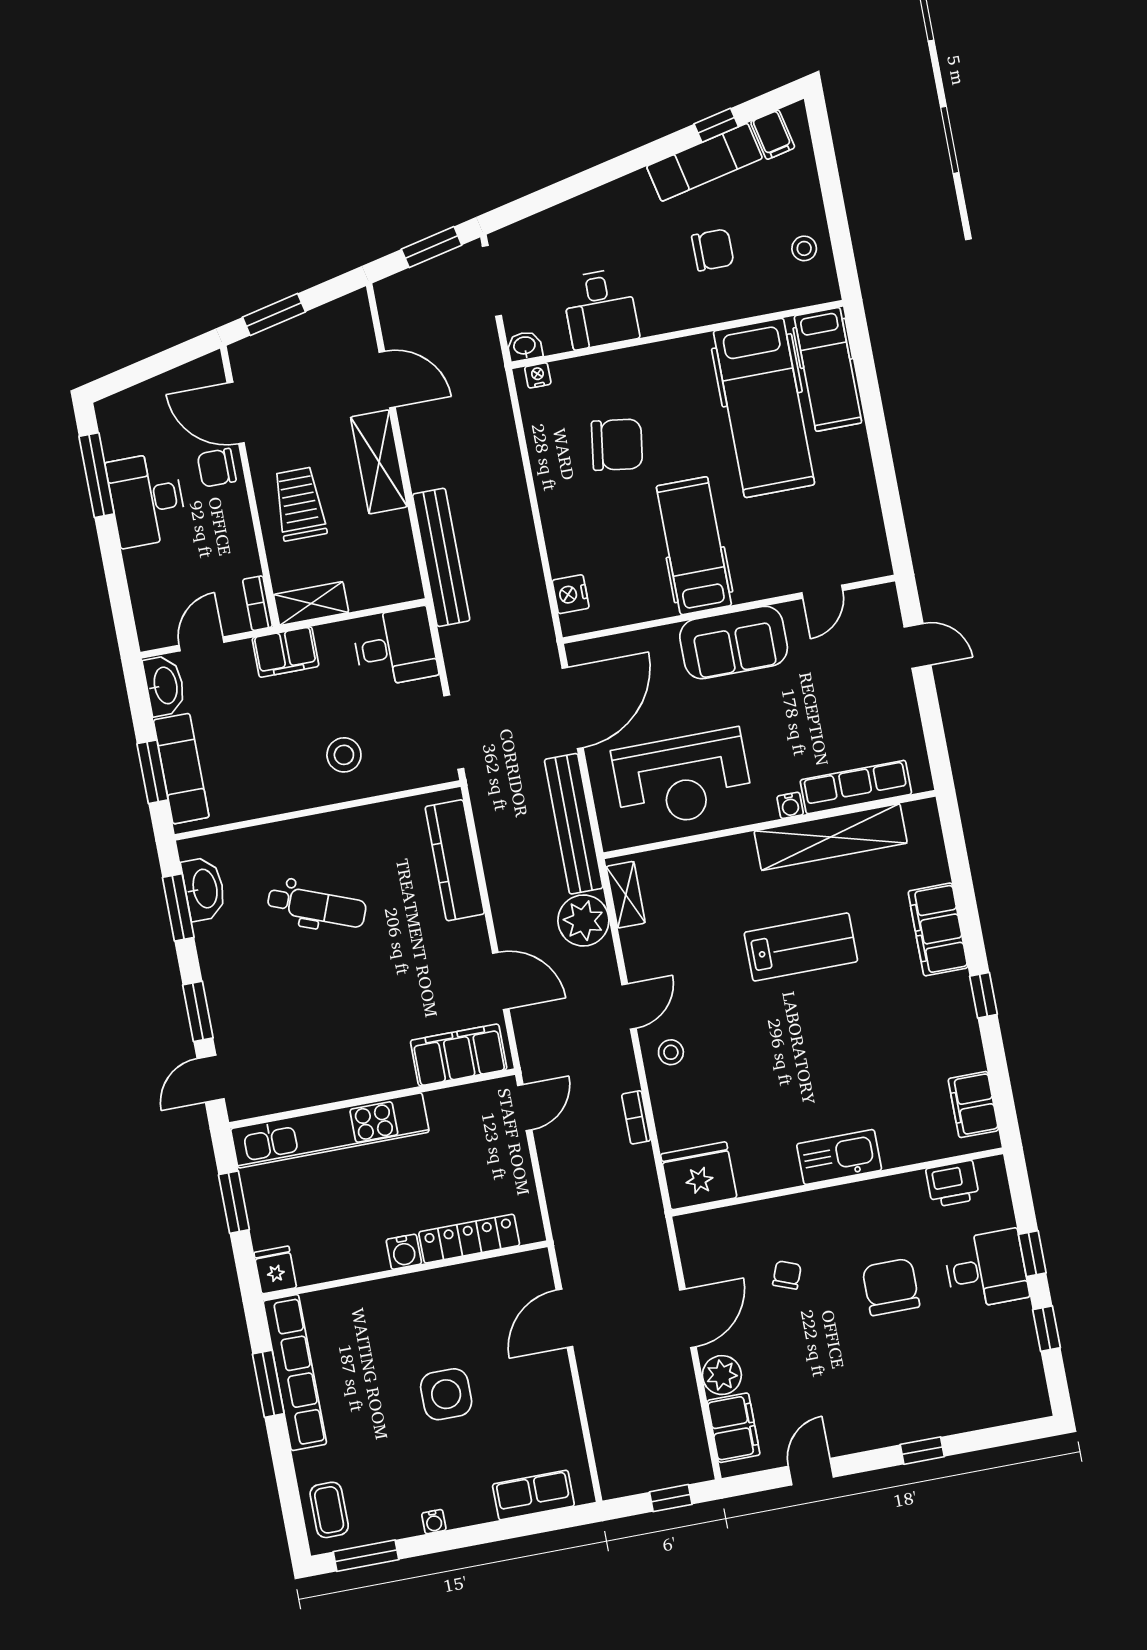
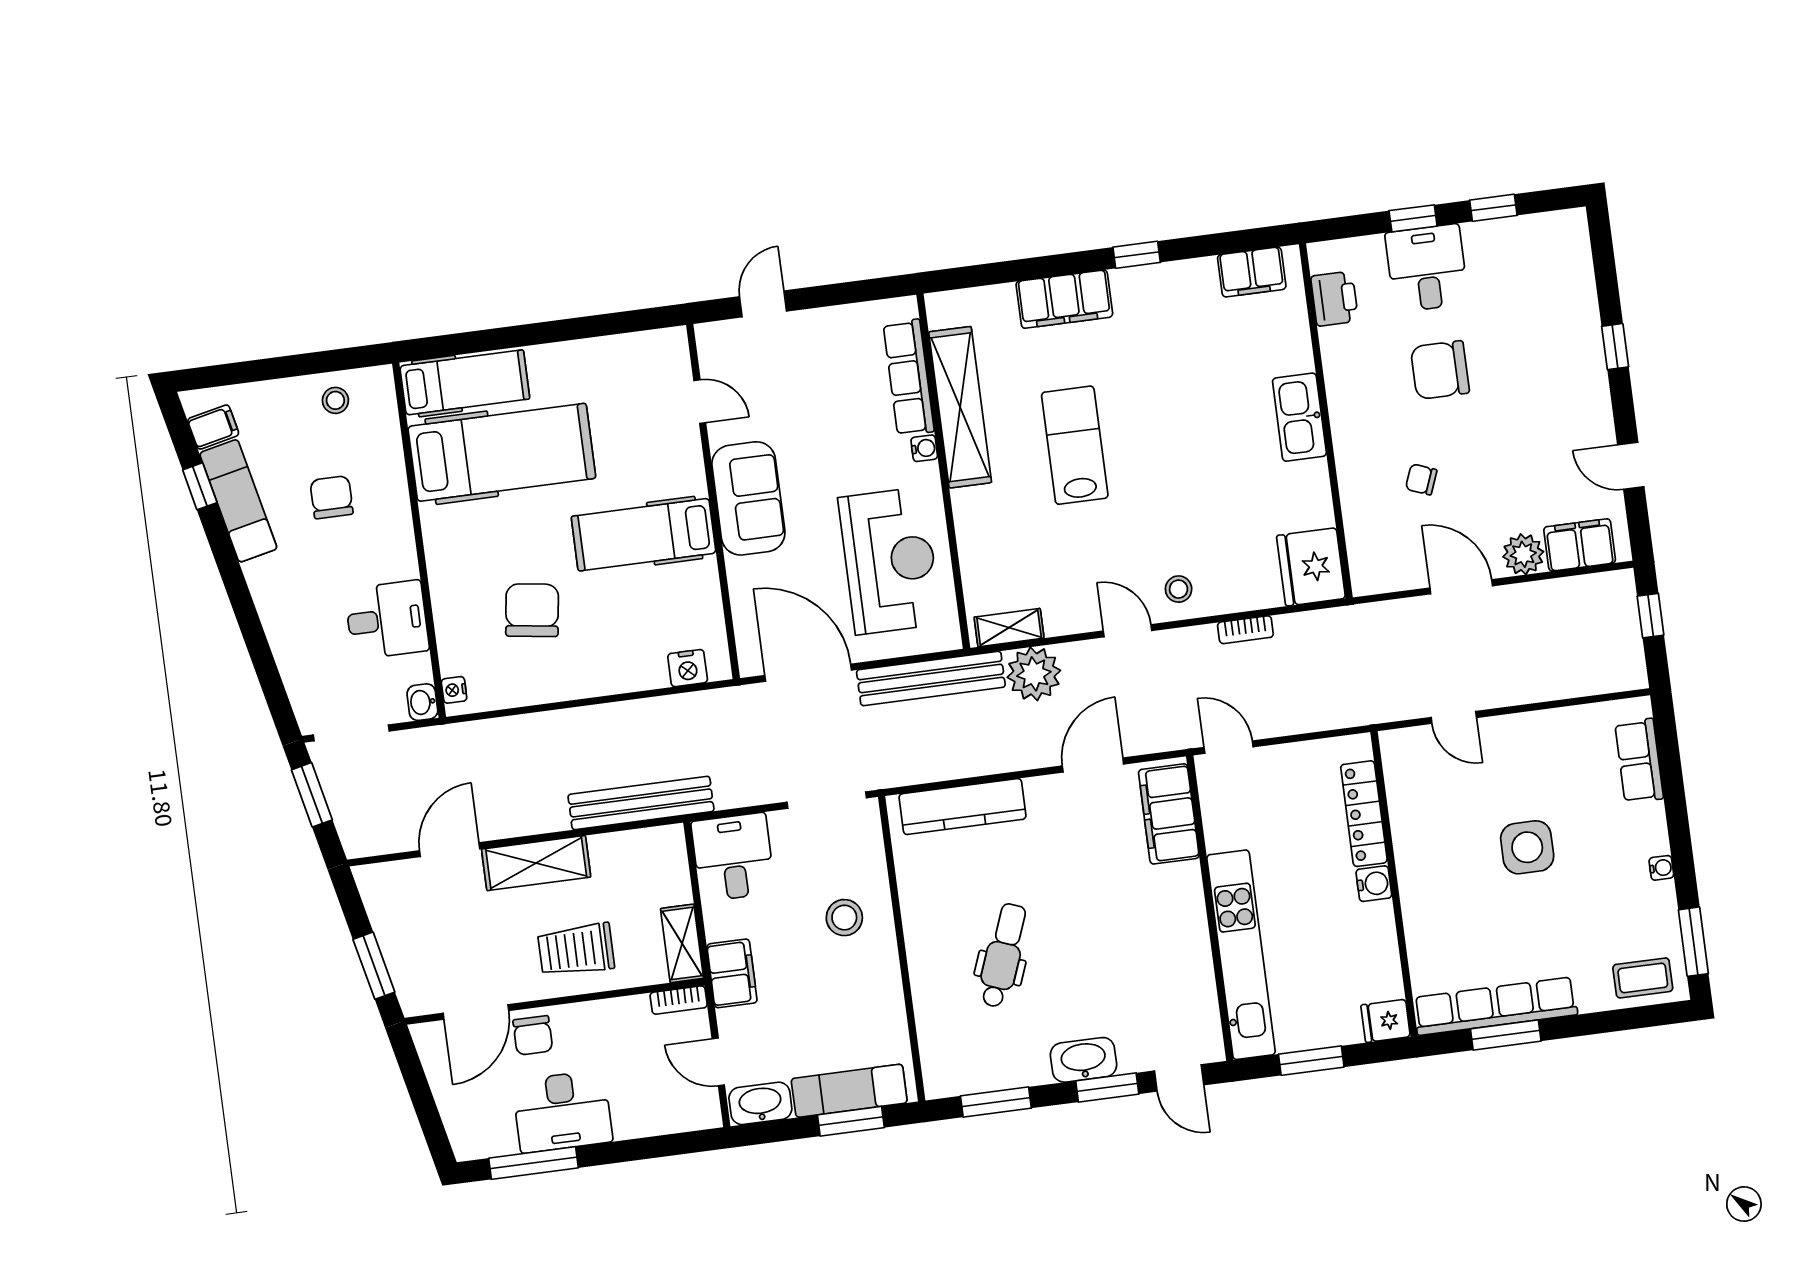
washbasin: (204, 889) -> (1083, 1060), moved
door: (564, 1318) -> (1454, 717), width x0.73

